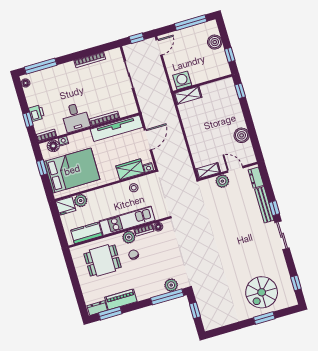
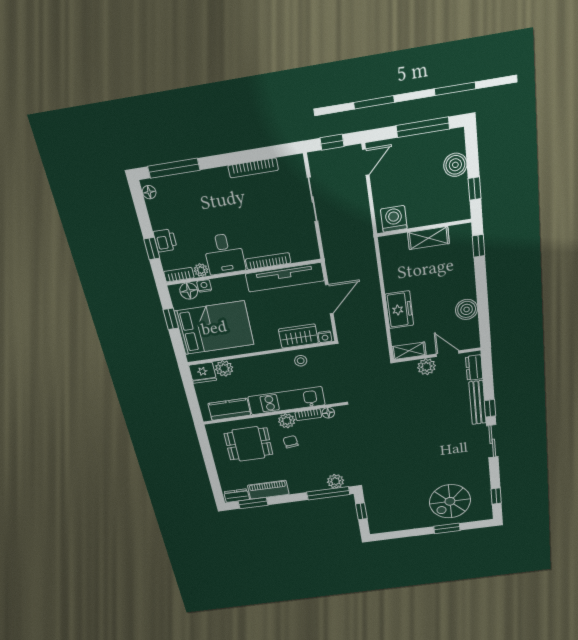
shelving: (188, 95) -> (428, 238), moved
plant: (61, 130) -> (201, 270), added
freezer: (196, 141) -> (399, 310), added

